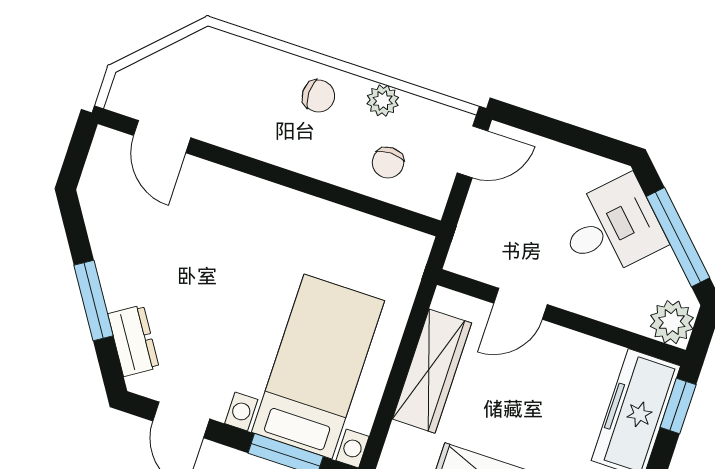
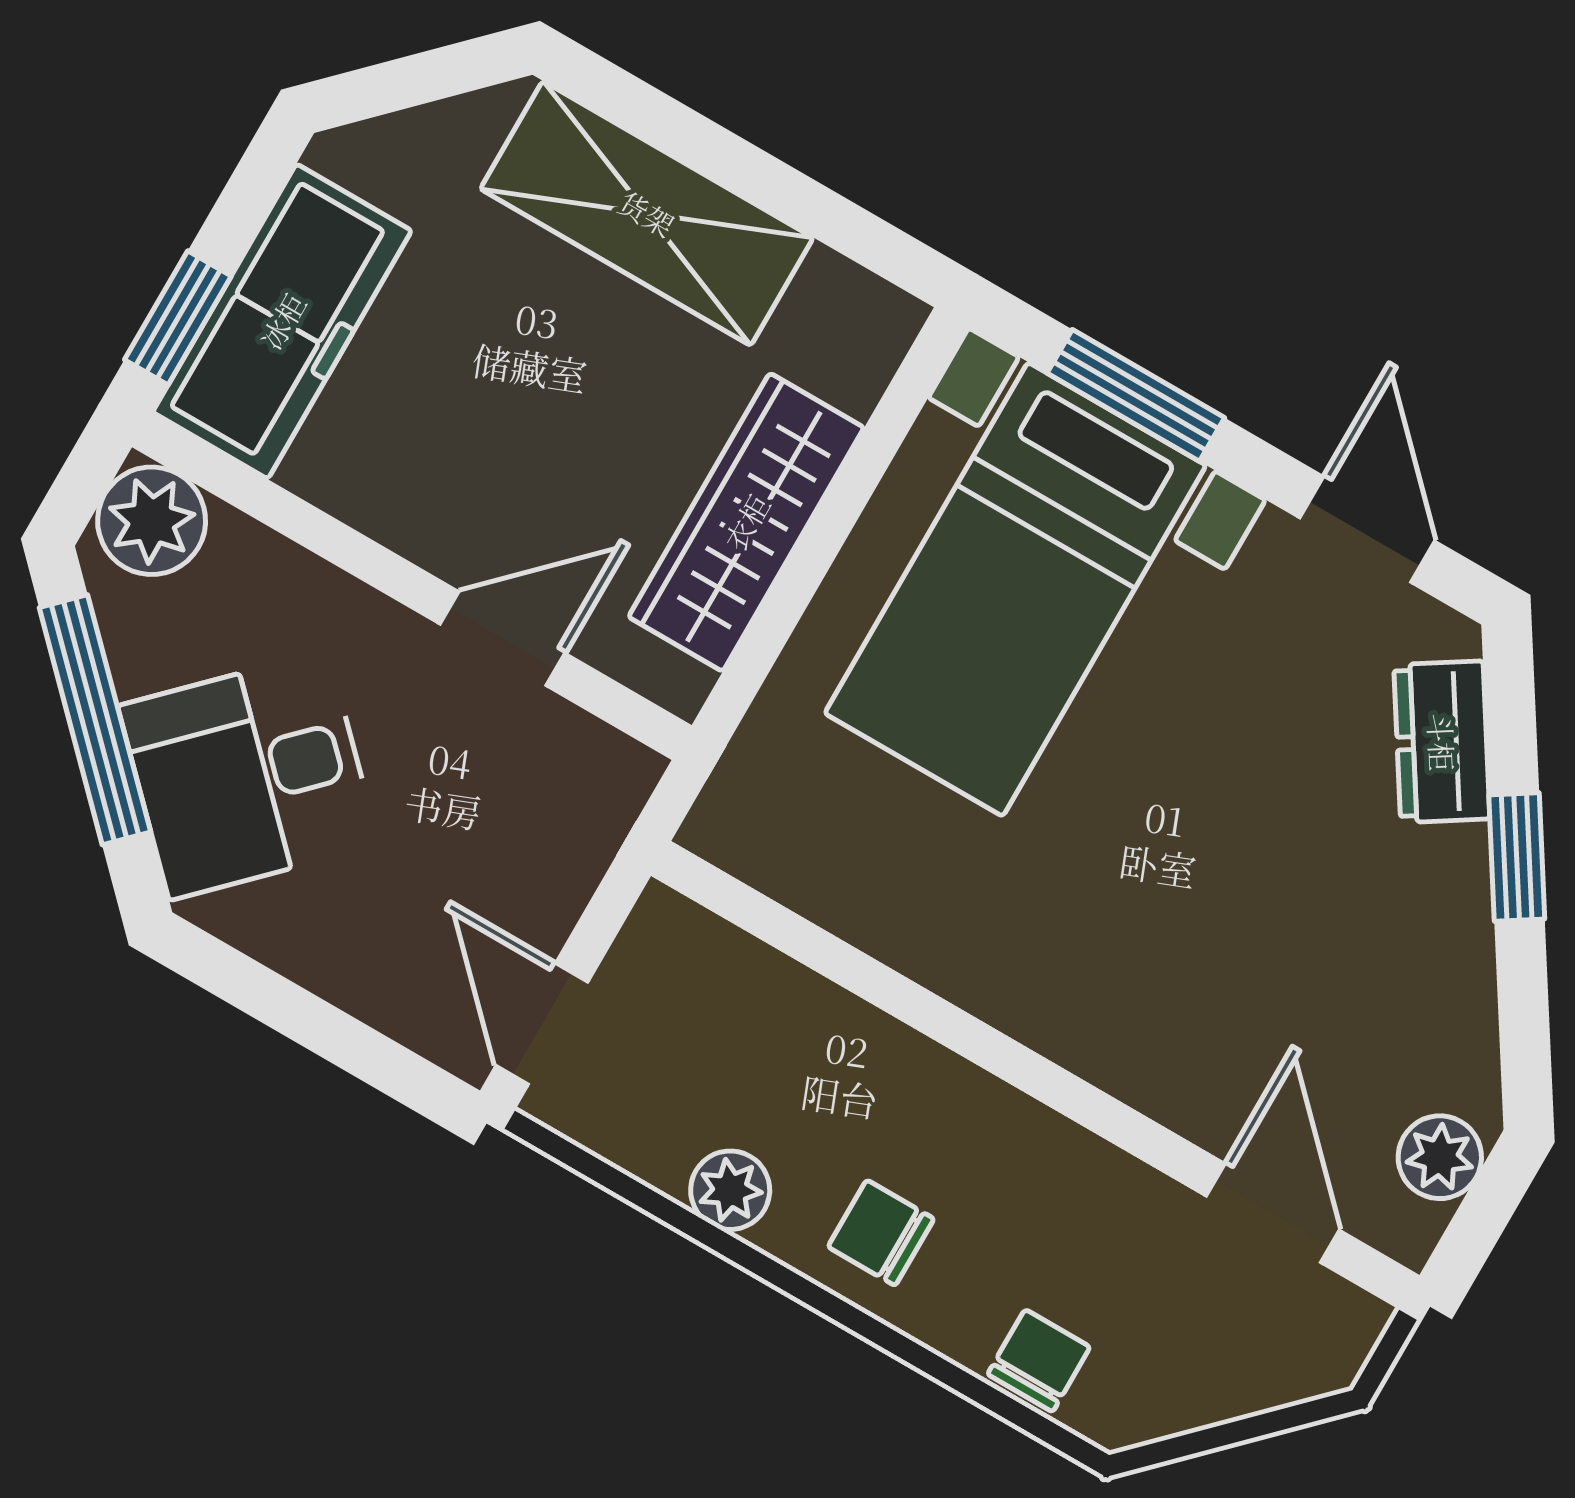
door: (473, 152) -> (542, 1024), hinge flipped
chair: (388, 163) -> (1039, 1361), moved
plant: (100, 173) -> (1440, 1157), added
window: (94, 300) -> (1517, 857), width x0.67

